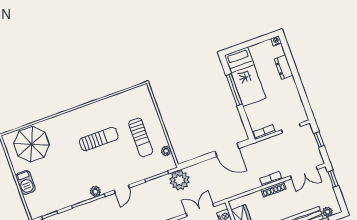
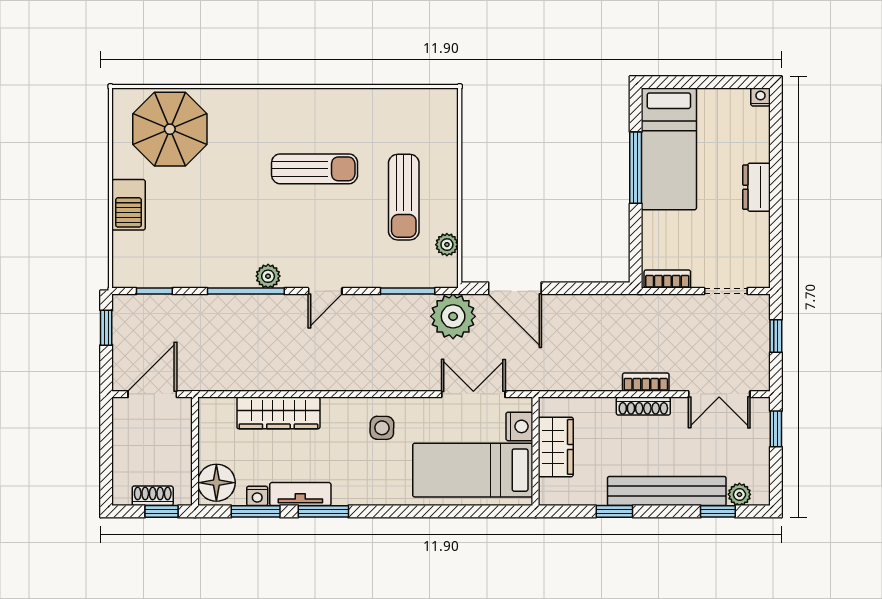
dresser: (284, 67) -> (757, 187), moved
door: (227, 150) -> (515, 288), moved

